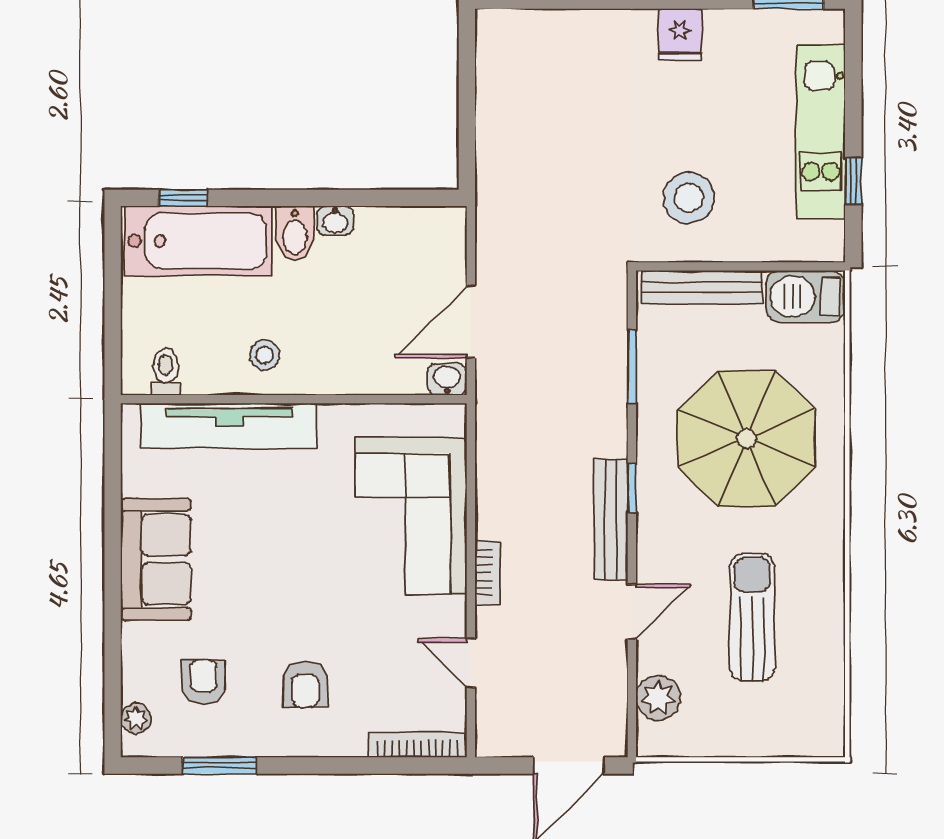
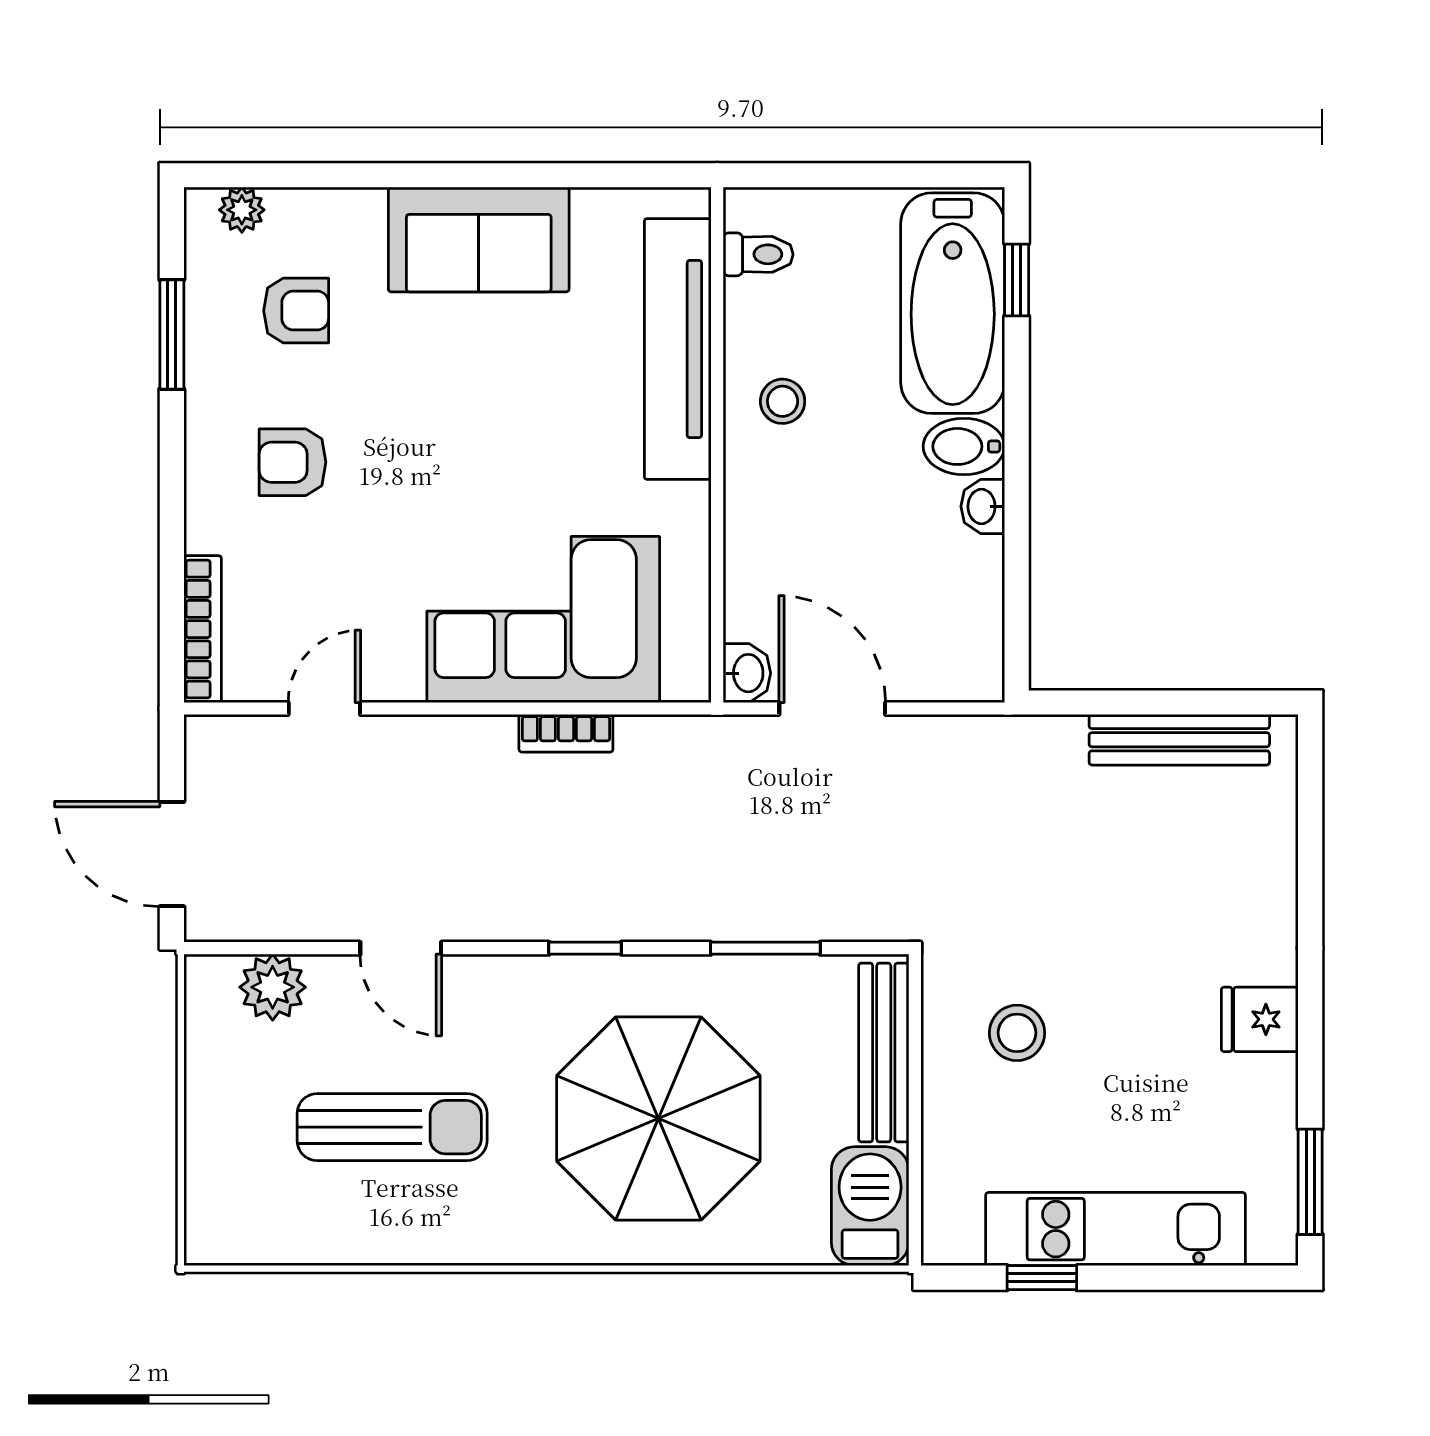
stool: (689, 198) -> (1017, 1033), width x0.73, depth x0.73
bench: (611, 520) -> (1179, 740), moved
bookcase: (488, 572) -> (566, 733), moved

